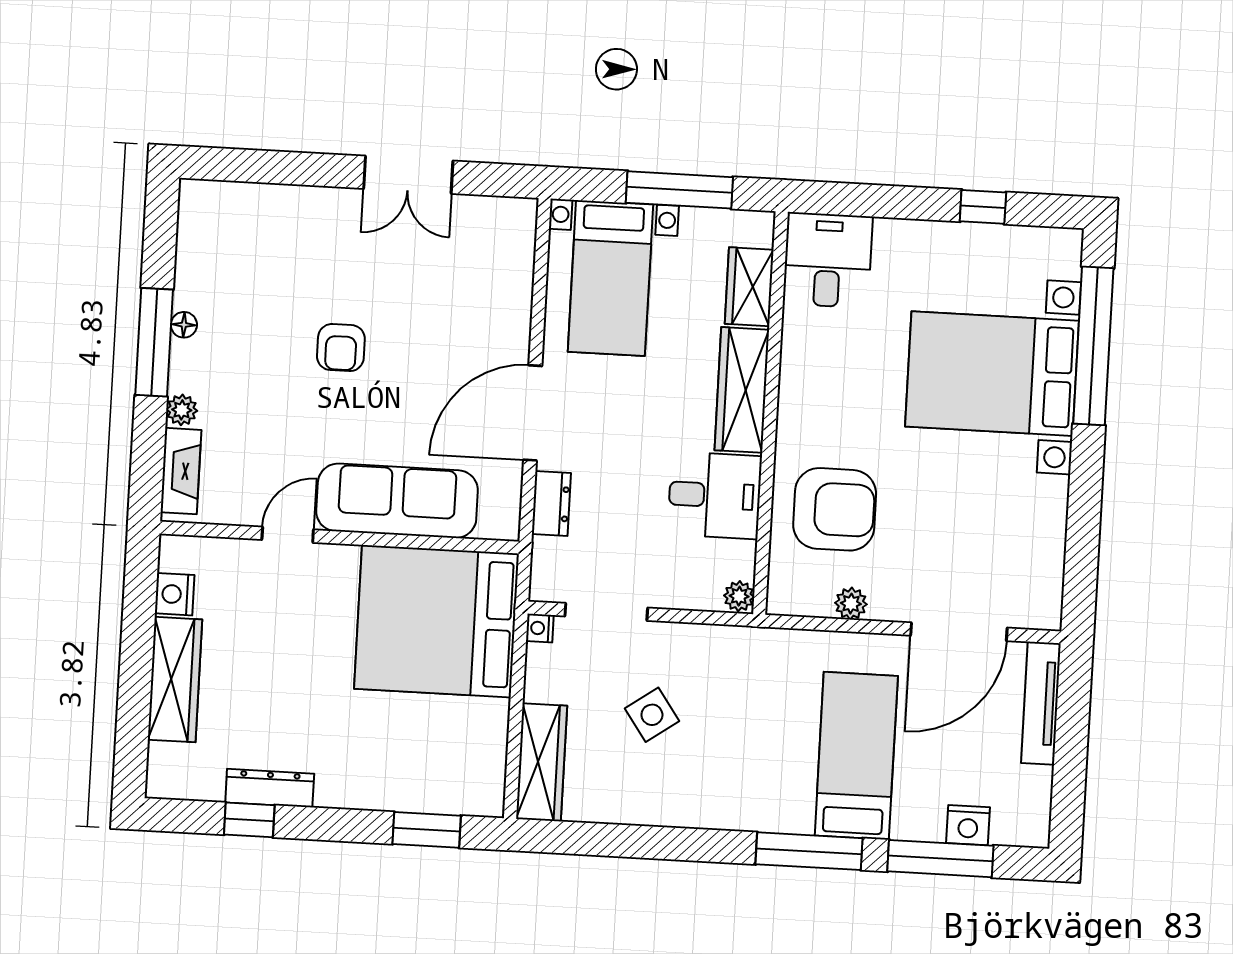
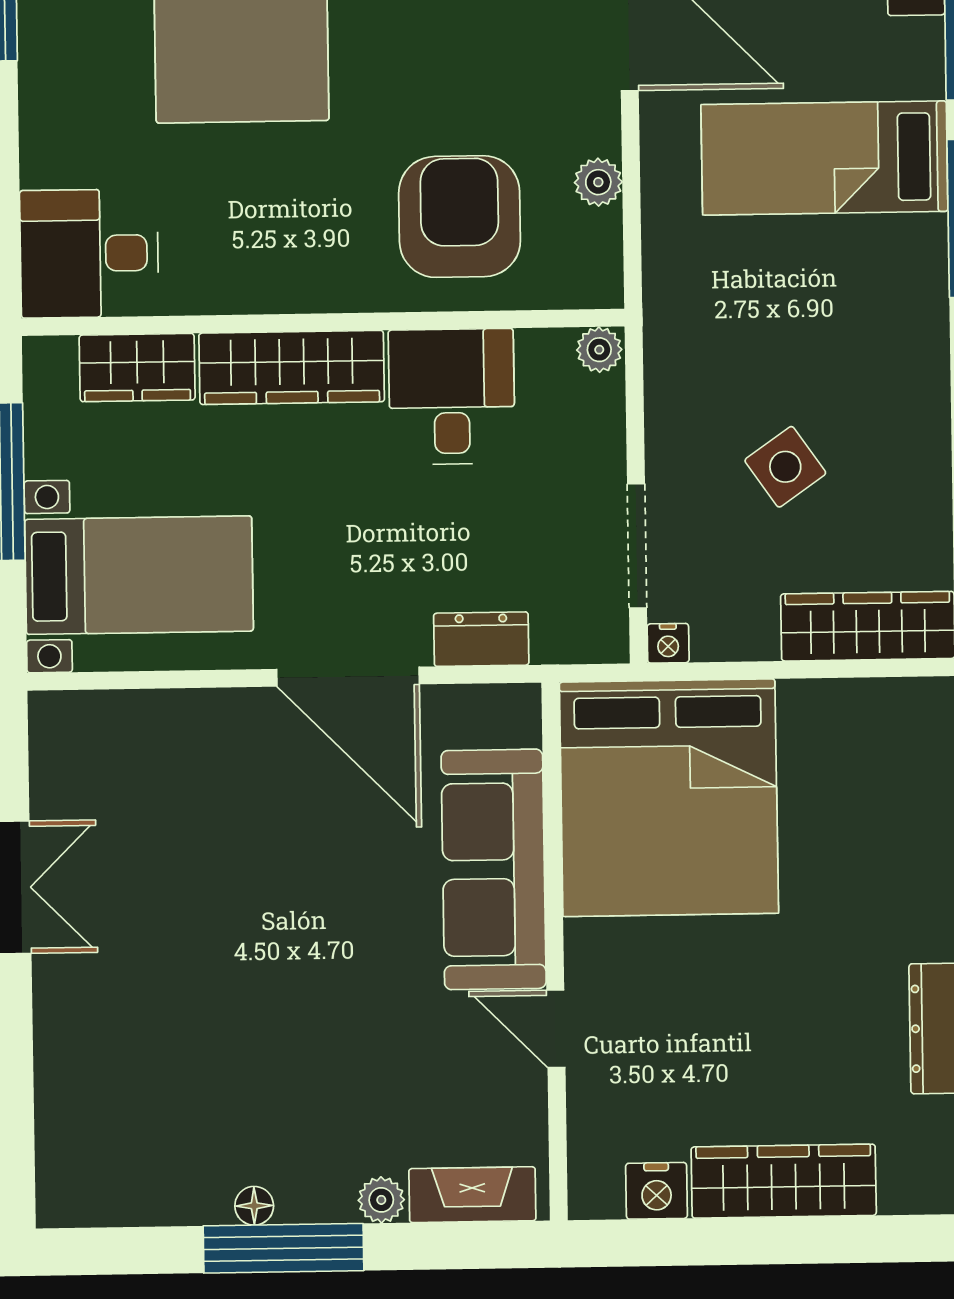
armchair: (341, 348) -> (271, 969), removed

